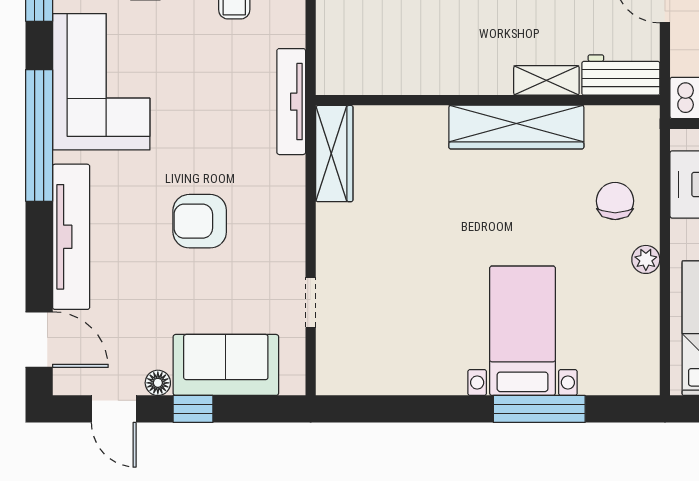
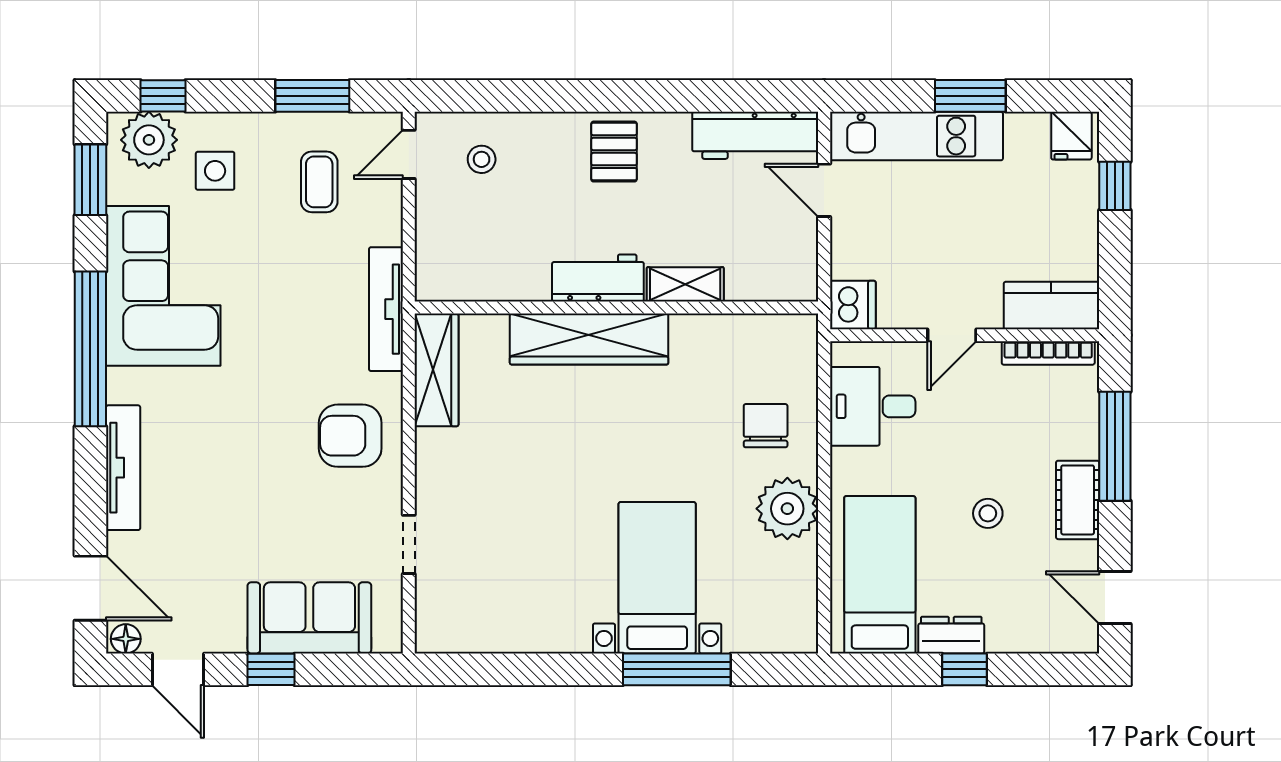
workbench: (621, 75) -> (598, 278), moved
wardrobe: (516, 127) -> (589, 339), moved
armchair: (200, 221) -> (350, 436), moved
tv unit: (71, 237) -> (123, 468), width x0.73, depth x0.78
plant: (646, 259) -> (787, 509), width x1.87, depth x1.87
floor lamp: (158, 383) -> (126, 639), moved

